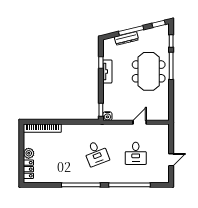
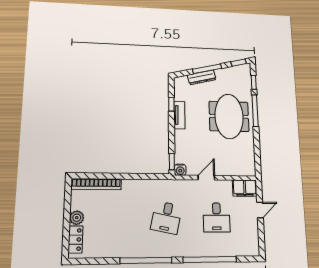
door: (140, 122) -> (206, 178), moved
filing cabinet: (159, 130) -> (245, 188), added
desk: (96, 153) -> (166, 218), turned 33
door: (171, 160) -> (260, 210), moved

